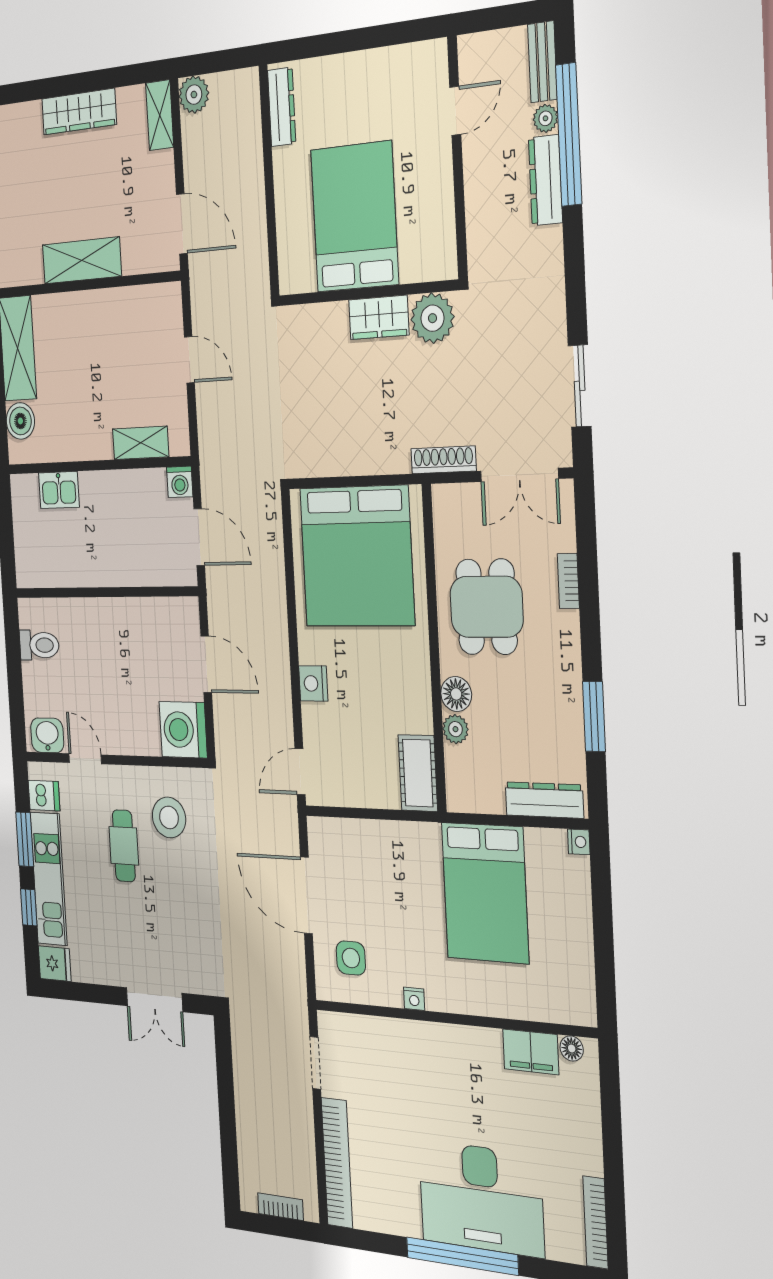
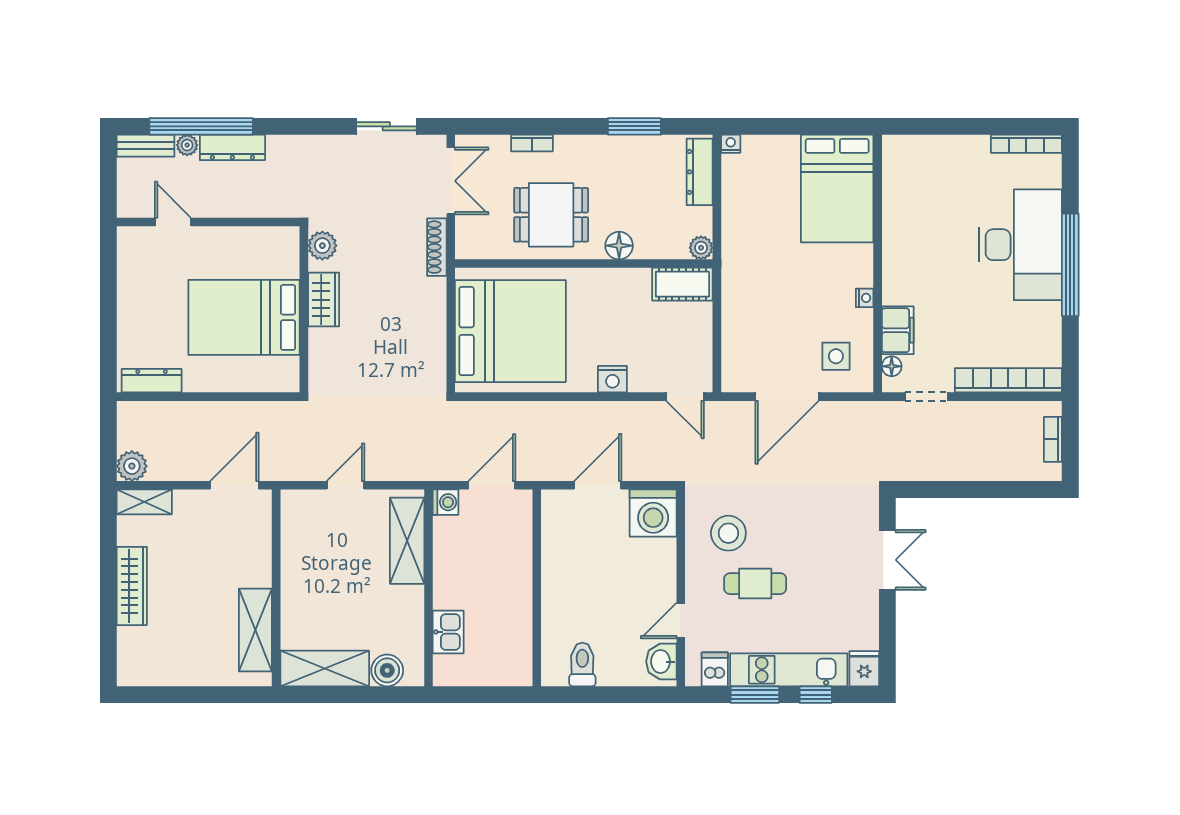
shelving: (82, 260) -> (255, 630), moved
plant: (432, 318) -> (322, 246), width x0.73, depth x0.73
shelving: (141, 443) -> (407, 541), width x1.50, depth x1.33
plant: (455, 729) -> (701, 248), moved
bed: (485, 893) -> (837, 189), moved, turned 90
floor lamp: (572, 1048) -> (892, 366), moved
filing cabinet: (531, 1052) -> (898, 330), moved

